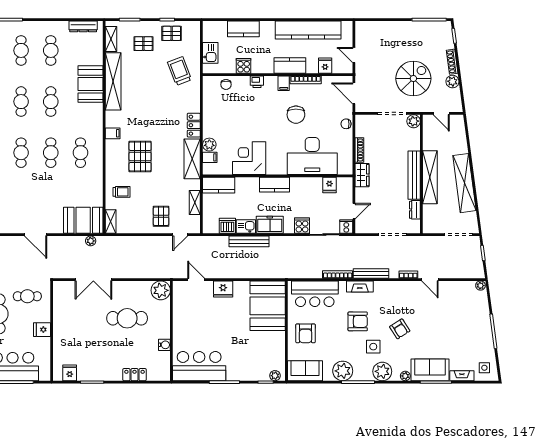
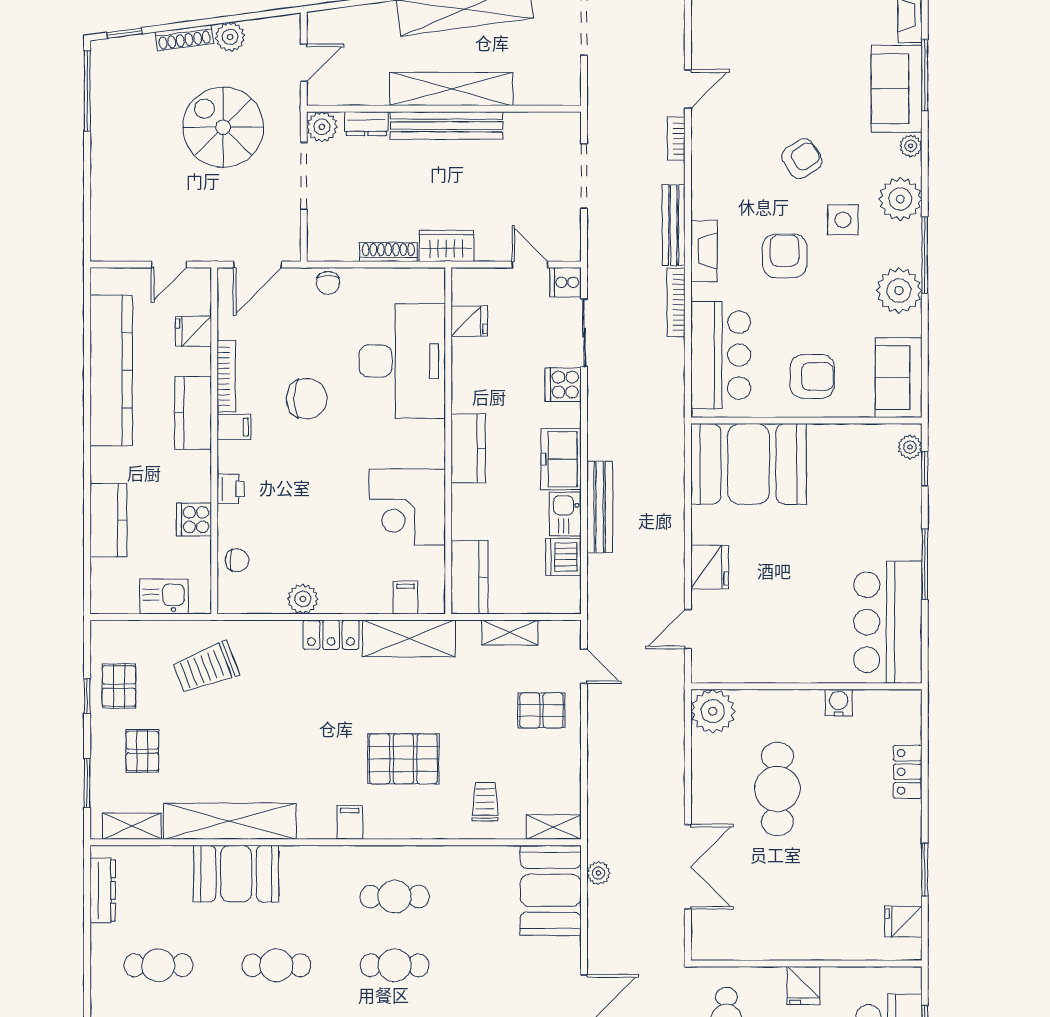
plant: (209, 145) -> (303, 599), moved
dresser: (415, 210) -> (366, 124), moved

